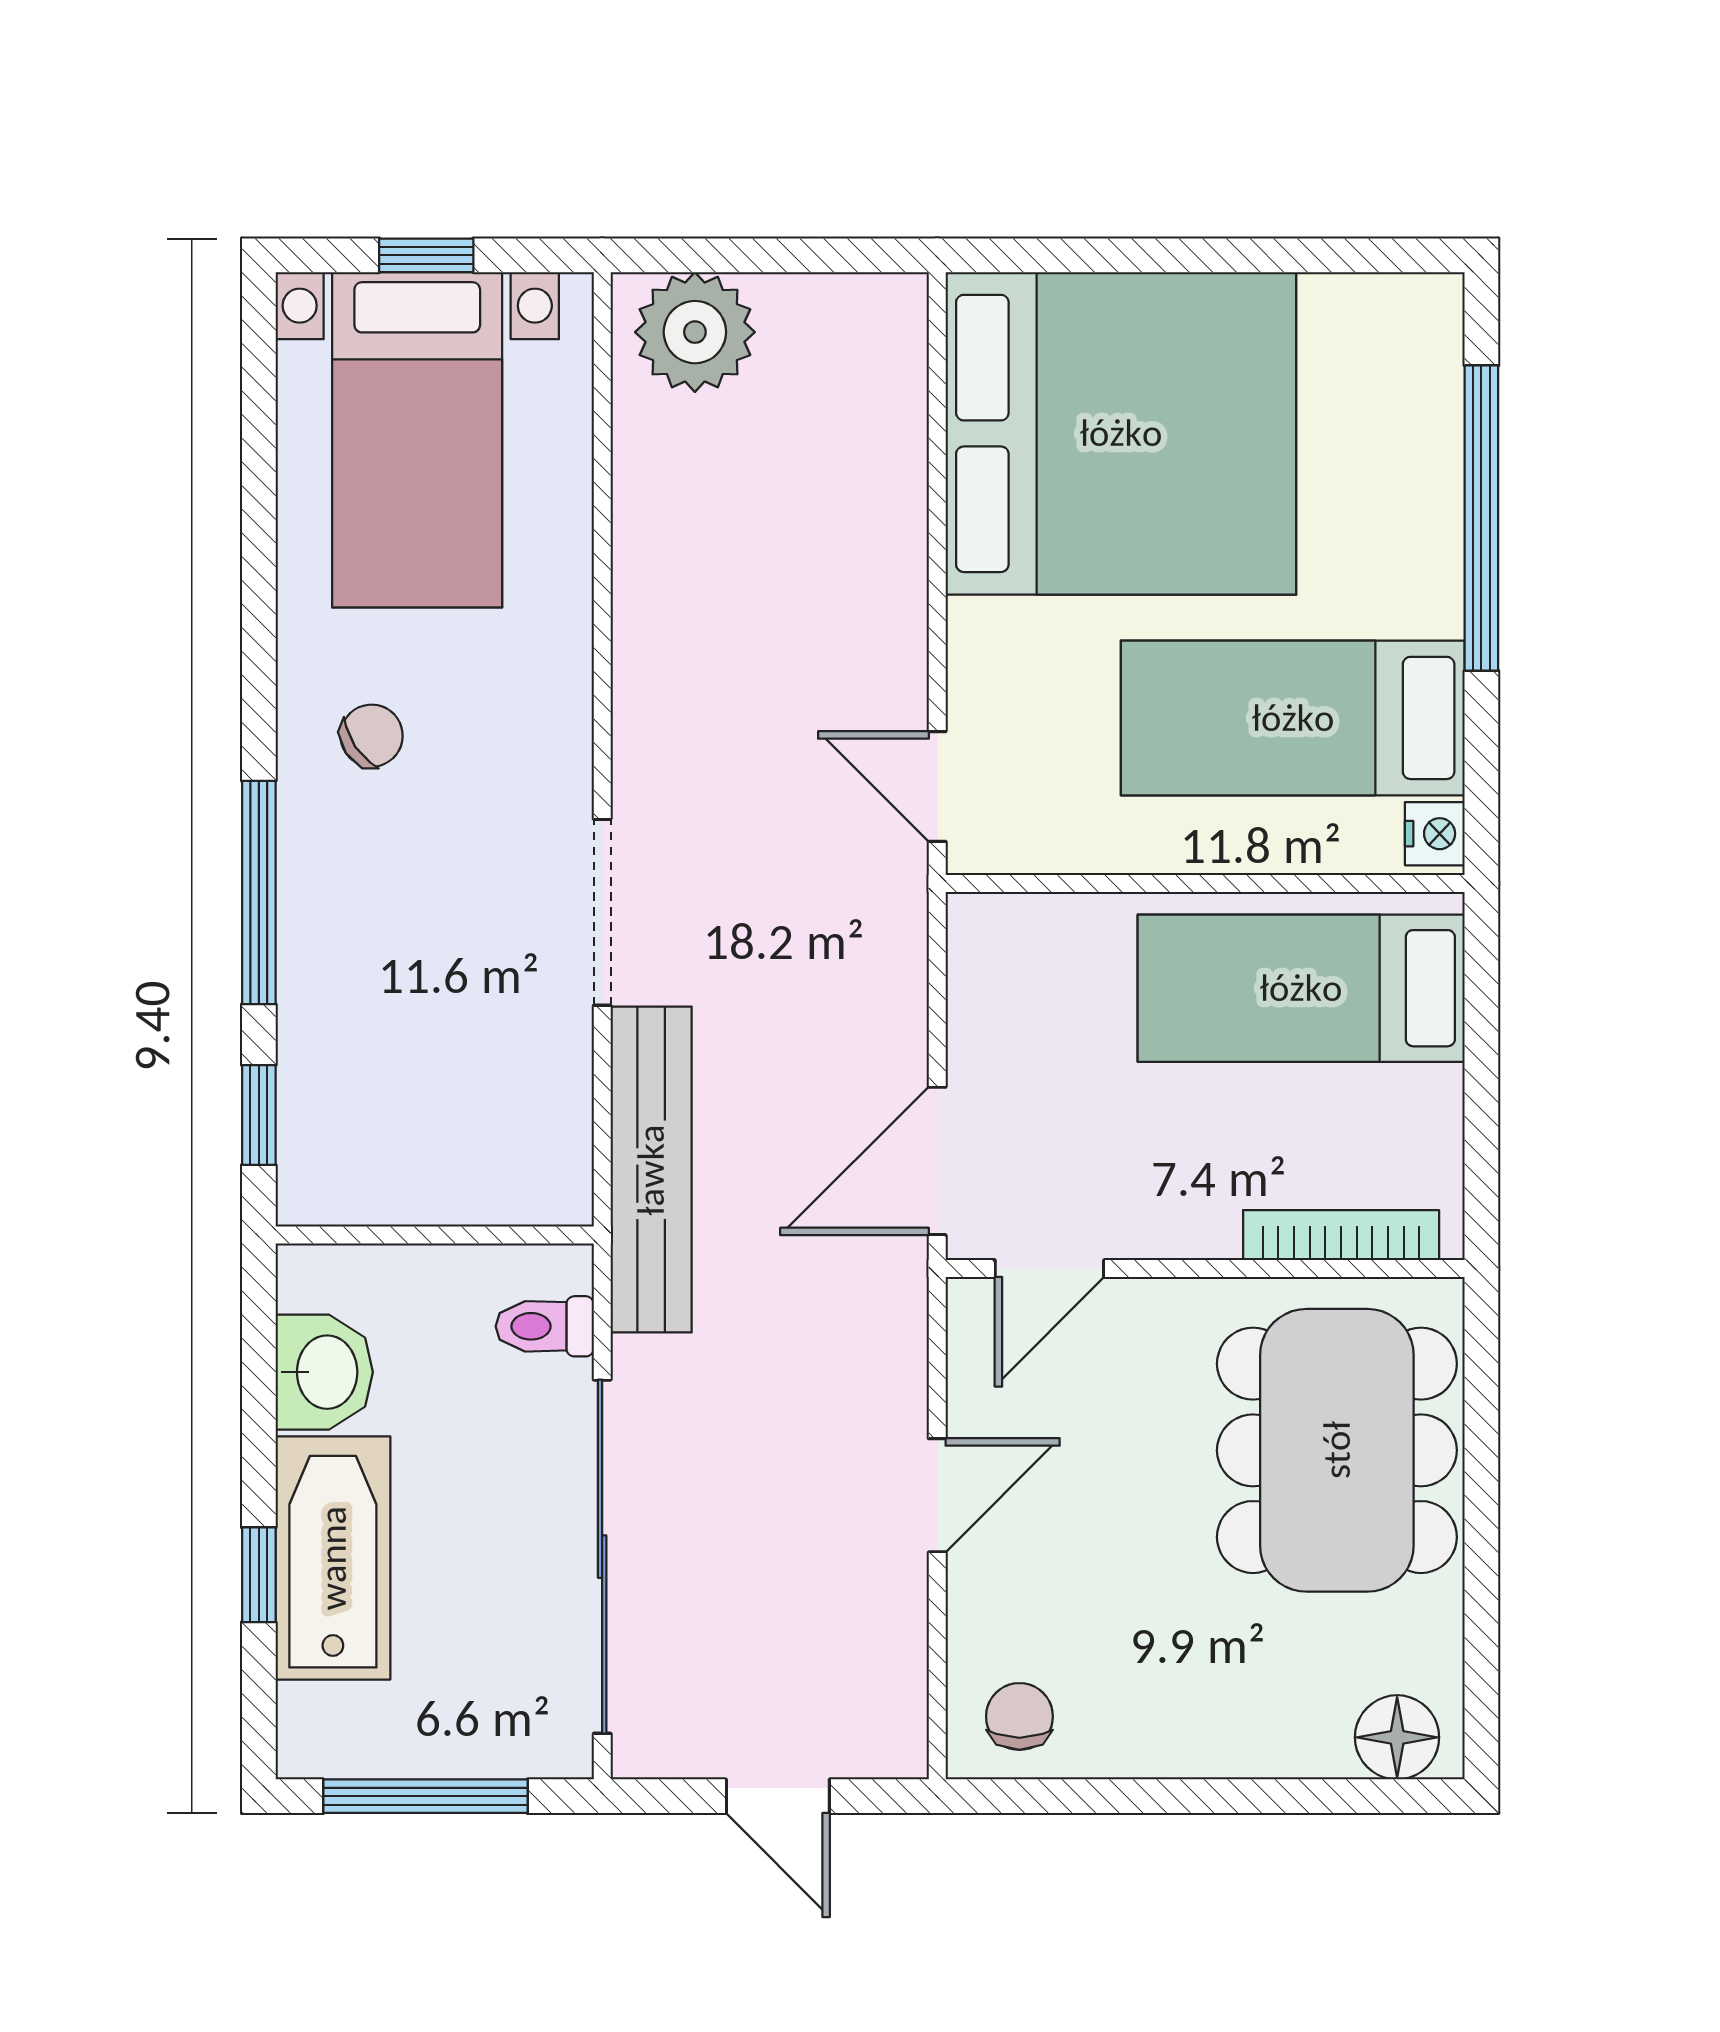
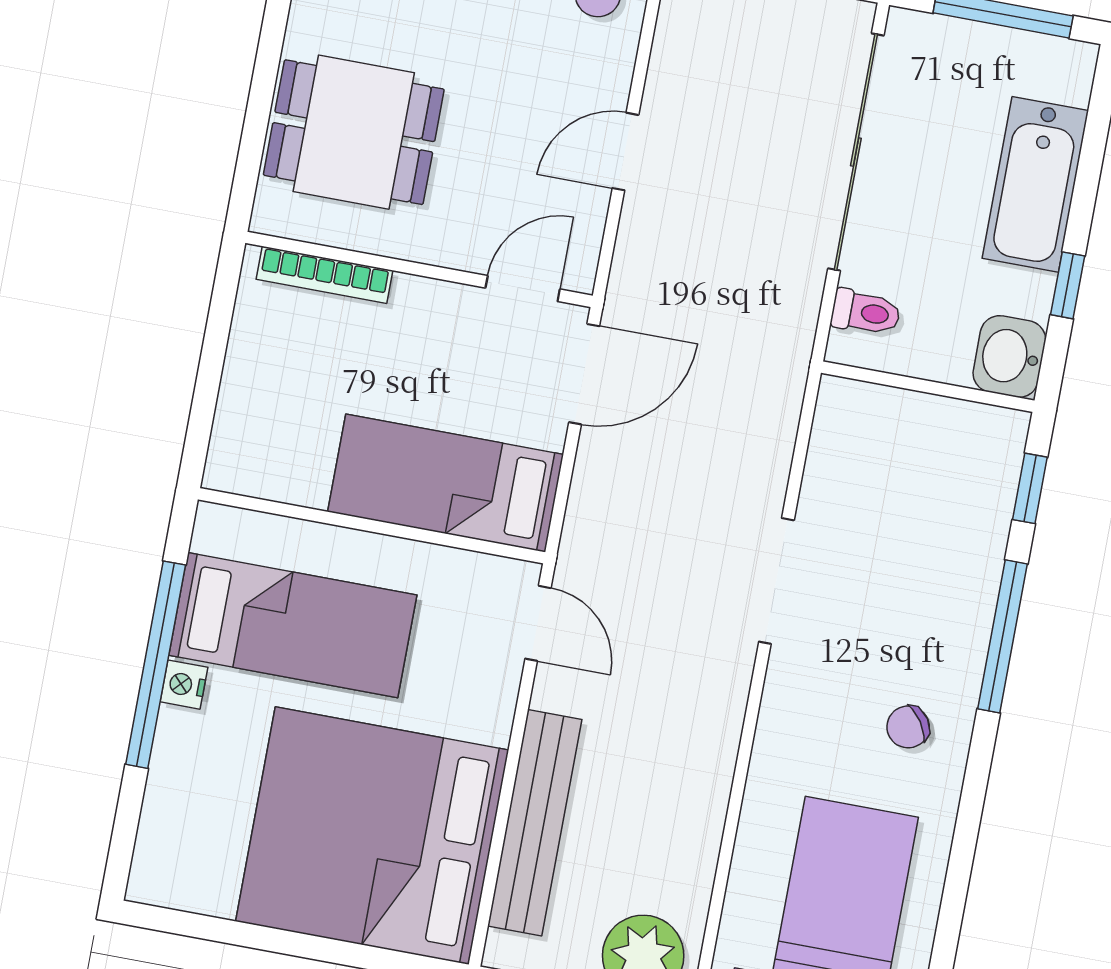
window: (1481, 518) -> (156, 665), moved
nightstand: (1435, 834) -> (184, 685), moved
bed: (1301, 988) -> (446, 483), moved, turned 180
bench: (651, 1170) -> (535, 823), moved
washbasin: (324, 1372) -> (1009, 356), moved
dining table: (1337, 1450) -> (354, 132), width x0.73
window: (259, 1575) -> (1068, 285), moved

